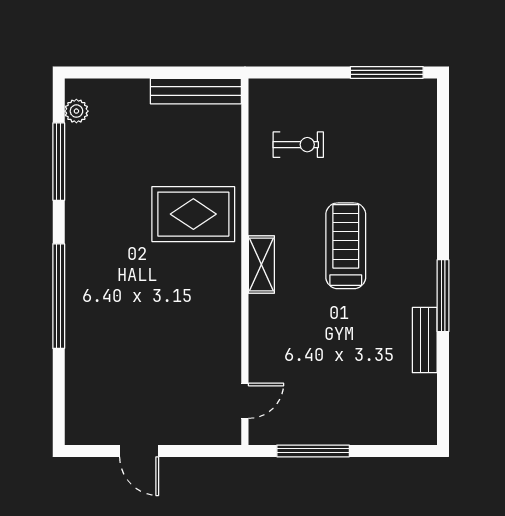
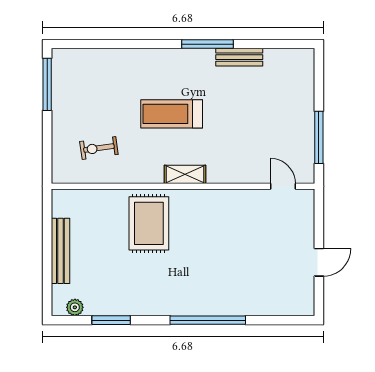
bench: (196, 91) -> (60, 251), moved
exercise bike: (298, 145) -> (99, 148), turned -98
window: (59, 162) -> (111, 320), width x0.69

